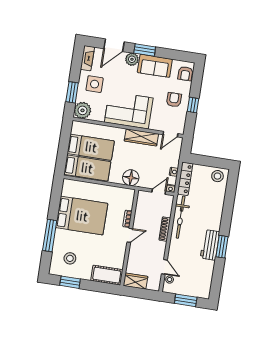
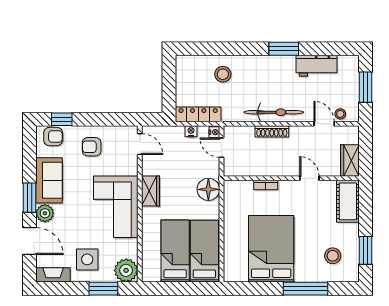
window: (193, 105) -> (62, 119), moved
wardrobe: (141, 137) -> (151, 191), width x0.67
stool: (217, 176) -> (223, 74), moved
bicycle: (181, 217) -> (274, 112), moved
door: (130, 235) -> (309, 178), moved
workbench: (210, 245) -> (316, 66), moved
door: (164, 267) -> (324, 124), hinge flipped

